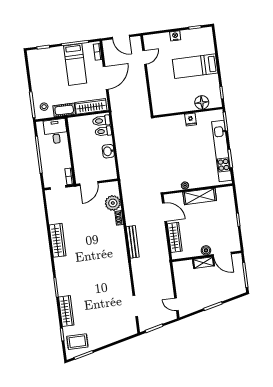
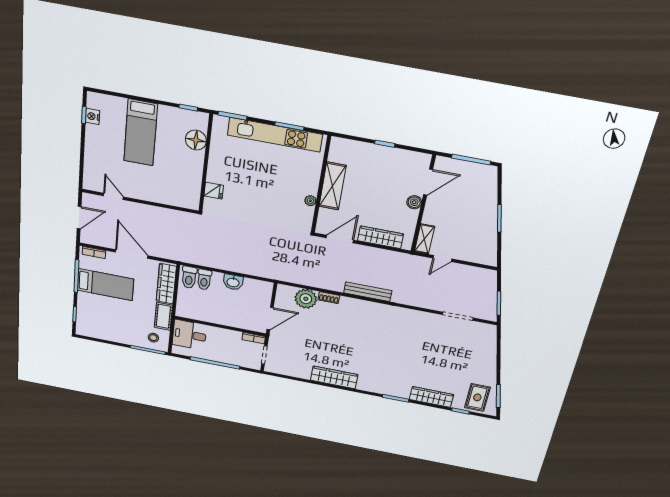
nightstand: (175, 36) -> (93, 116), moved
fridge: (191, 119) -> (214, 191), moved
door: (89, 183) -> (270, 319), hinge flipped
shelving: (204, 263) -> (424, 239), moved
door: (177, 304) -> (442, 258), moved

